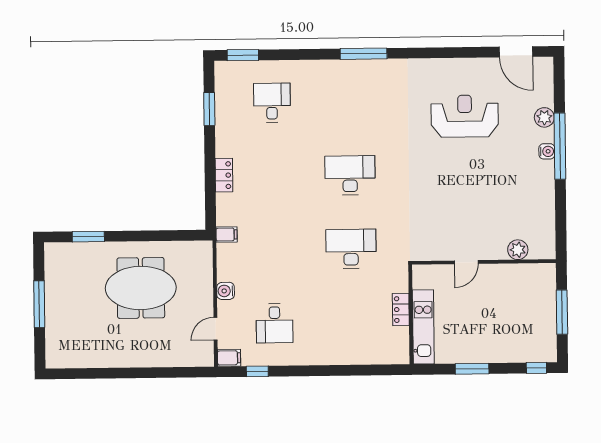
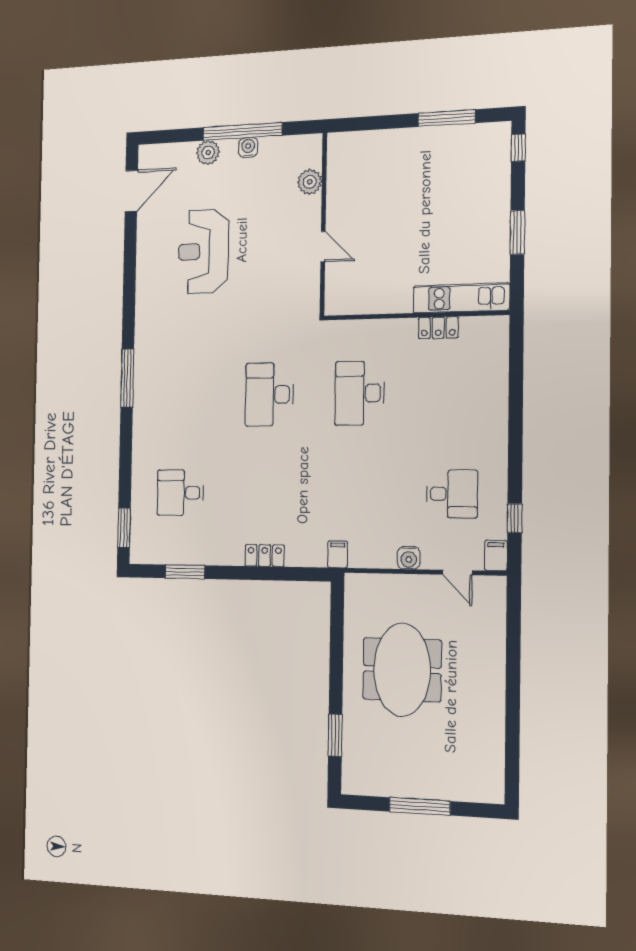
plant: (518, 250) -> (310, 182), moved
door: (466, 262) -> (323, 247), moved
wall: (484, 262) -> (323, 224), moved

